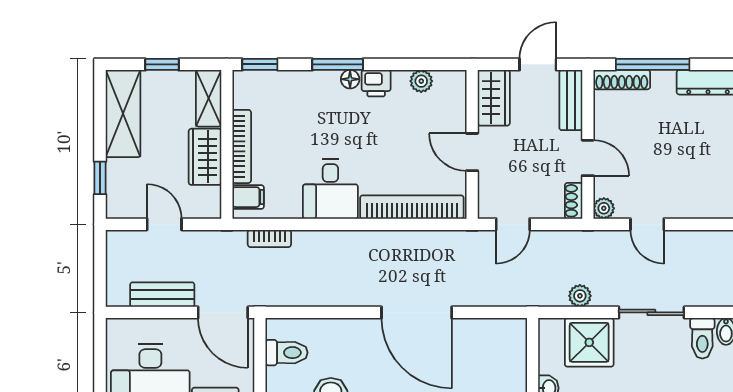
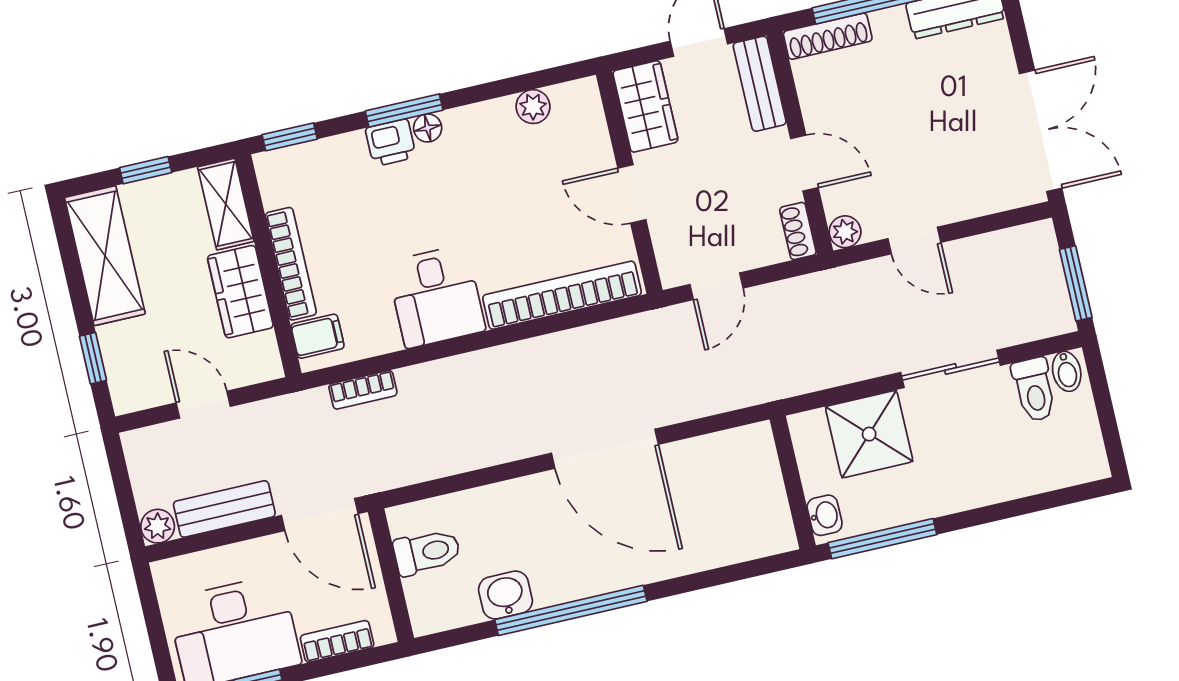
printer: (376, 83) -> (391, 143), moved
plant: (580, 296) -> (158, 526), moved

